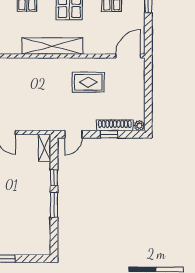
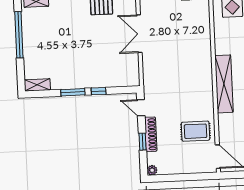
rug: (88, 82) -> (196, 131), moved, turned 90
shoe rack: (115, 125) -> (151, 134), moved
shelving: (44, 148) -> (37, 85), moved

